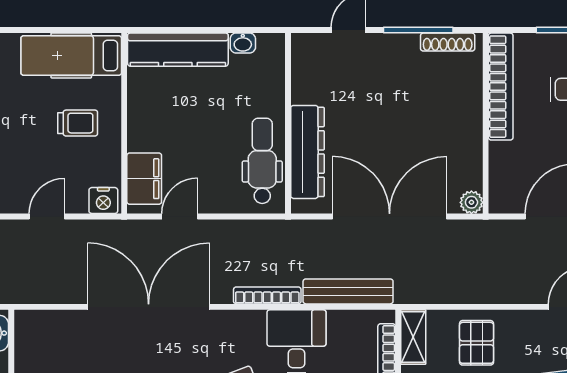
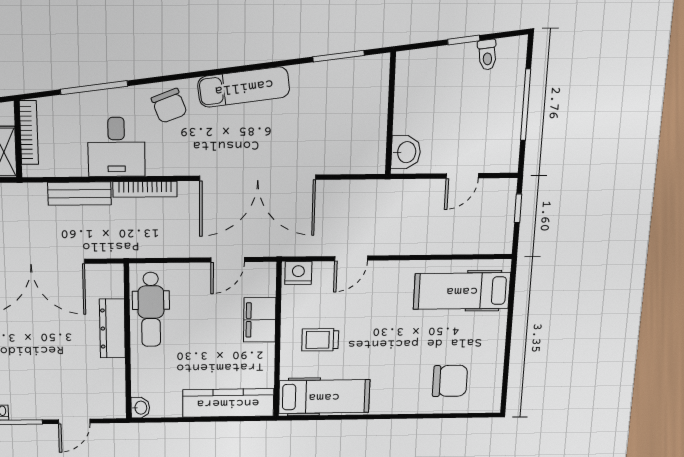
washbasin: (243, 43) -> (140, 408), moved, turned 90
dresser: (307, 152) -> (112, 328), width x0.73, depth x0.80
filing cabinet: (144, 179) -> (260, 320), moved
bench: (348, 291) -> (79, 194), width x0.73

